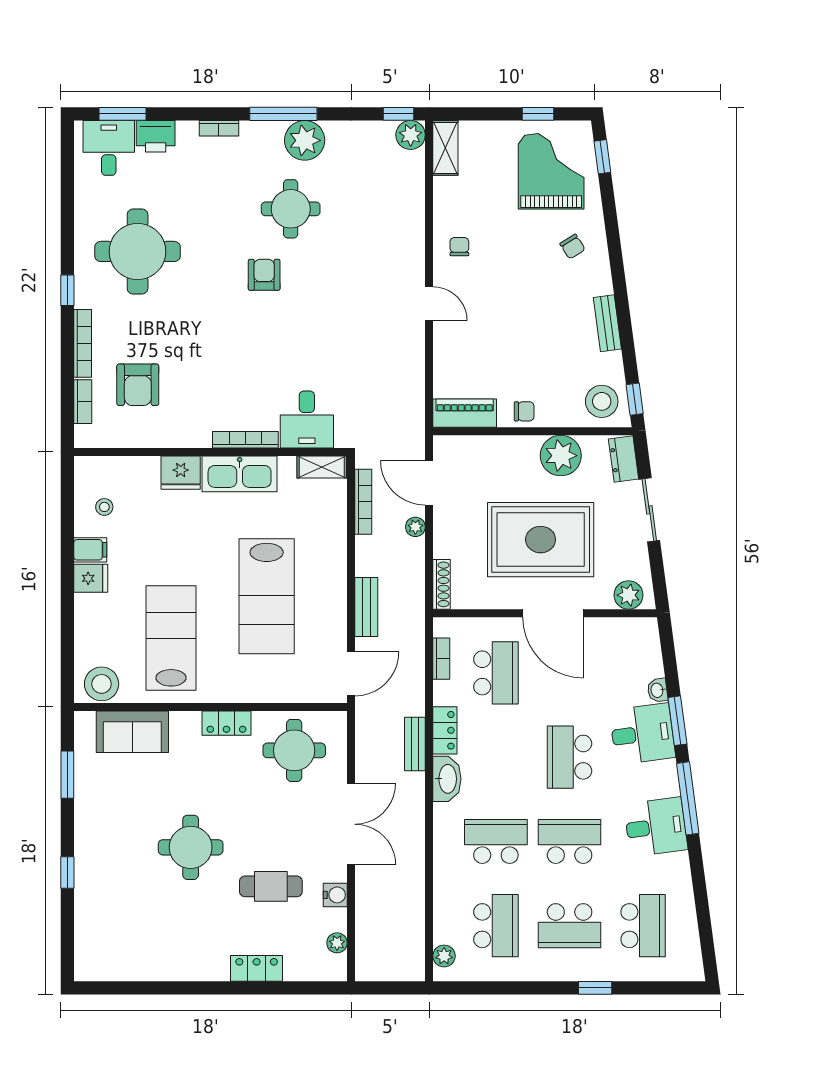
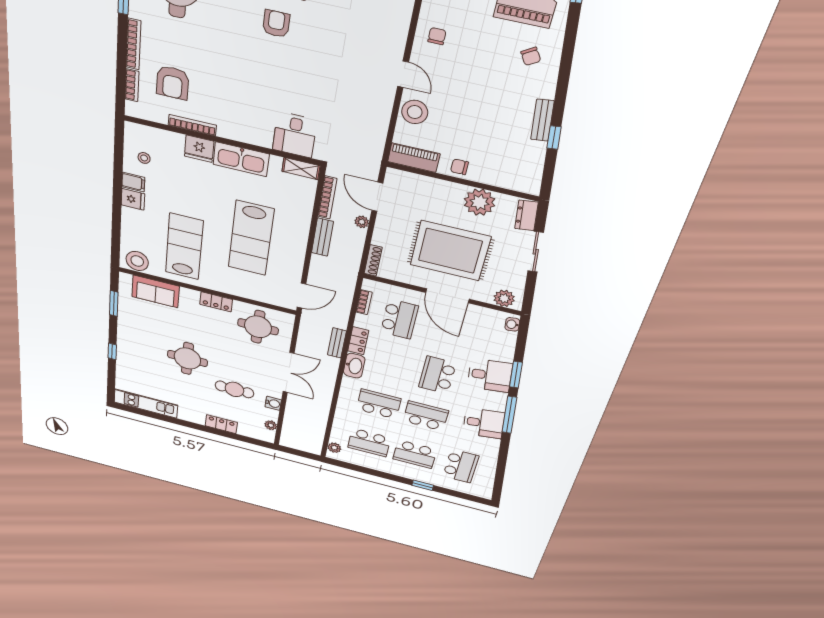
window: (635, 399) -> (554, 138), moved
stool: (602, 401) -> (415, 112), moved
chair: (524, 411) -> (459, 167), turned 180
bookcase: (245, 440) -> (192, 125), moved
bench: (366, 607) -> (322, 237), moved
washbasin: (657, 690) -> (512, 324), moved
school desk: (496, 926) -> (369, 443), turned 90
kitchen unit: (128, 966) -> (146, 404), added

